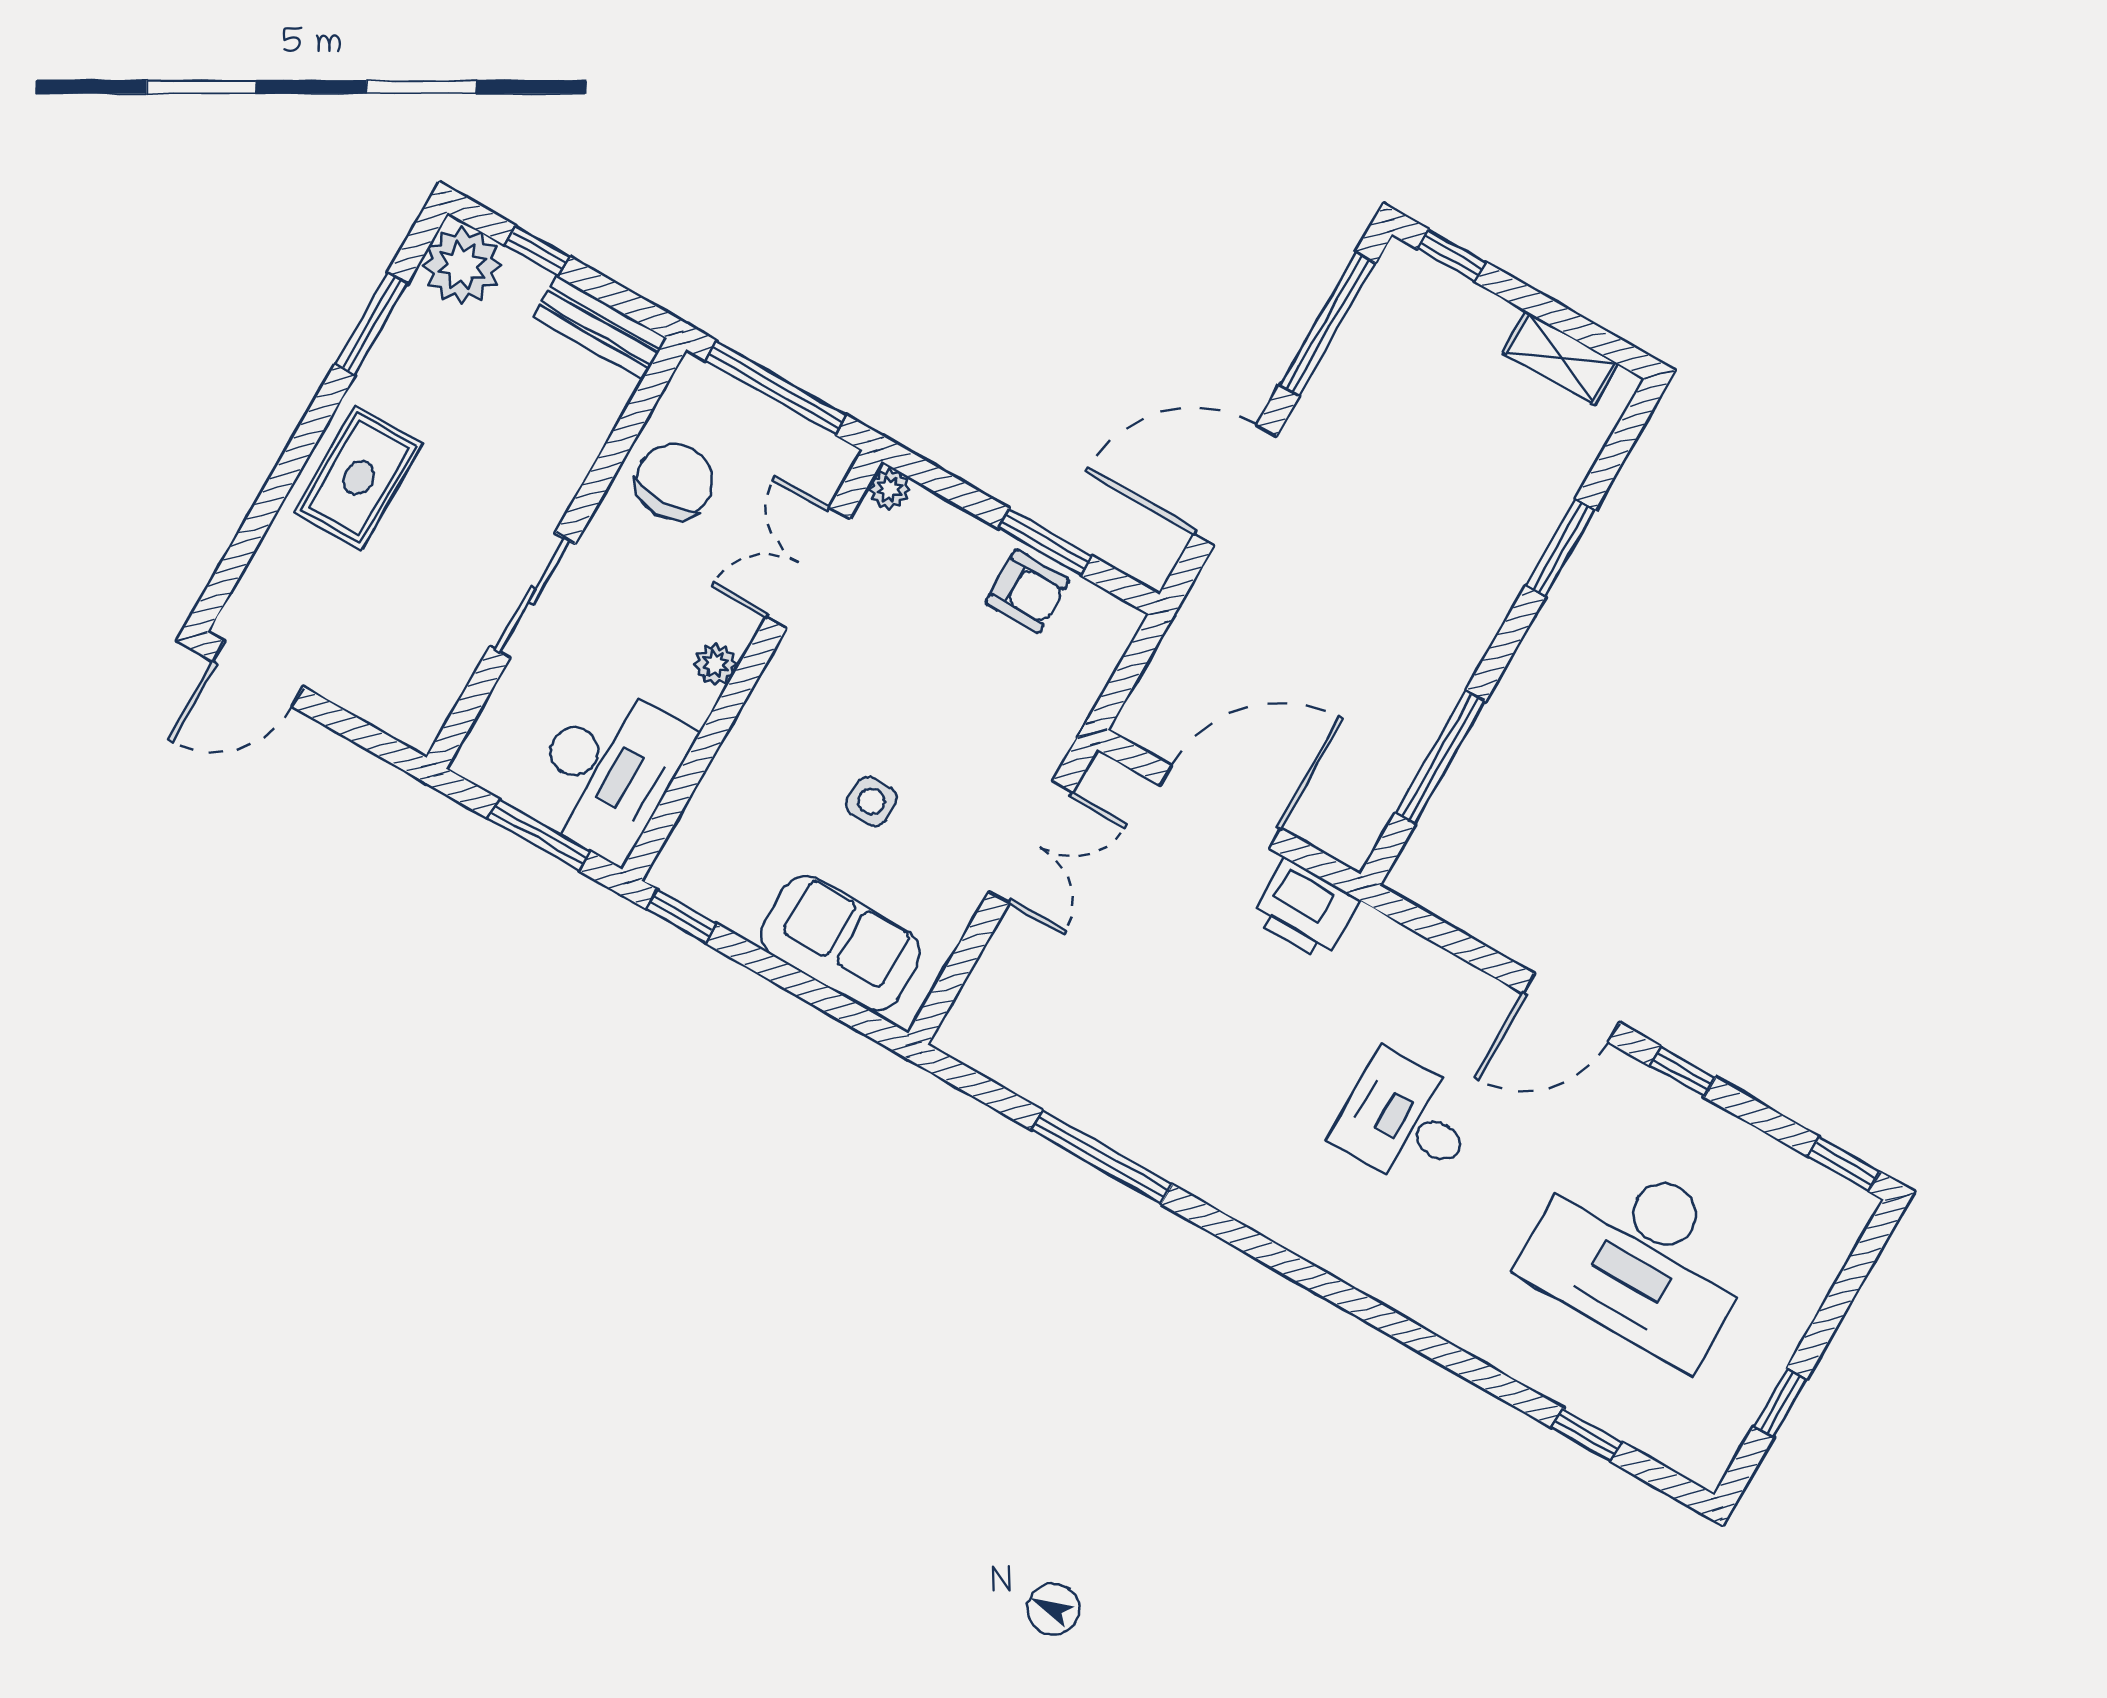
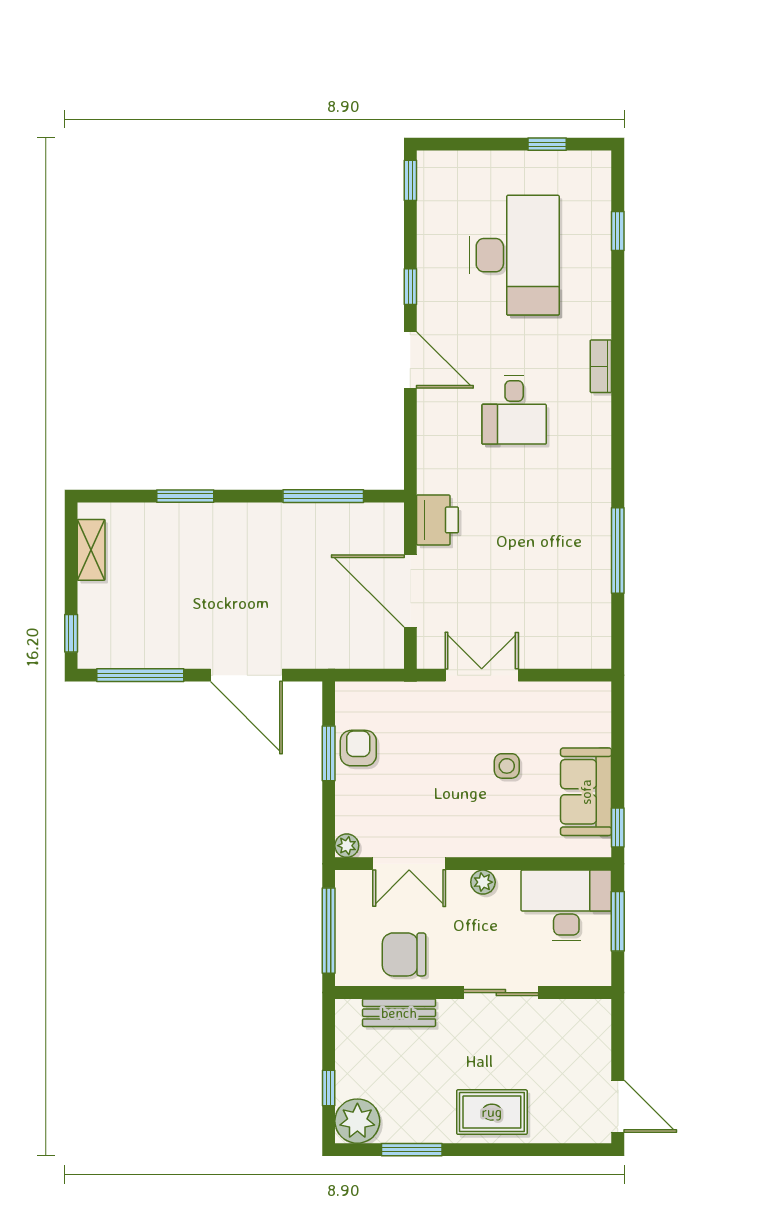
bench: (600, 328) -> (399, 1013), moved, turned 90
sofa: (840, 944) -> (586, 792), moved
bookcase: (1396, 1292) -> (601, 366), added

